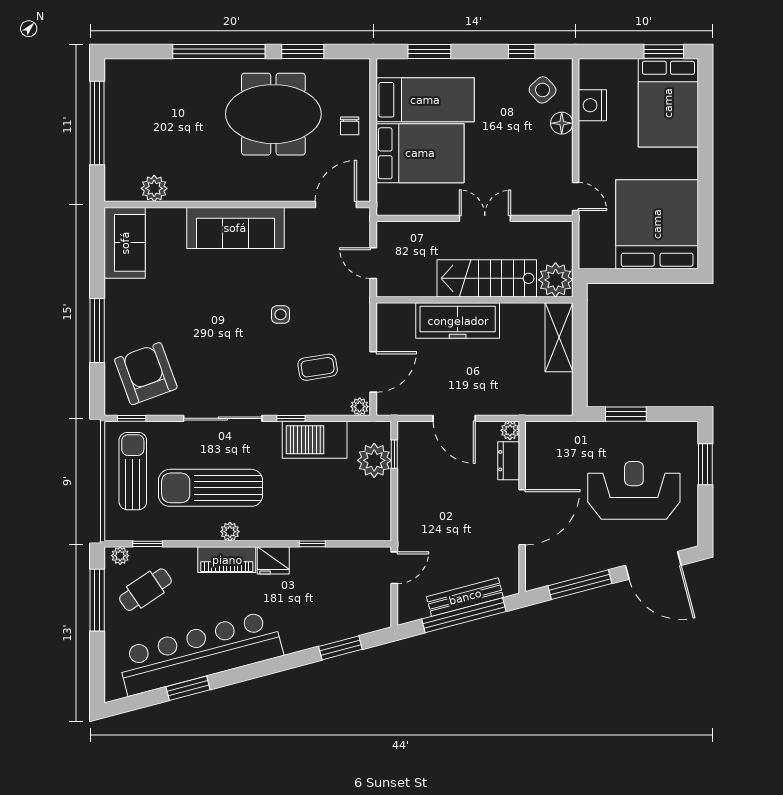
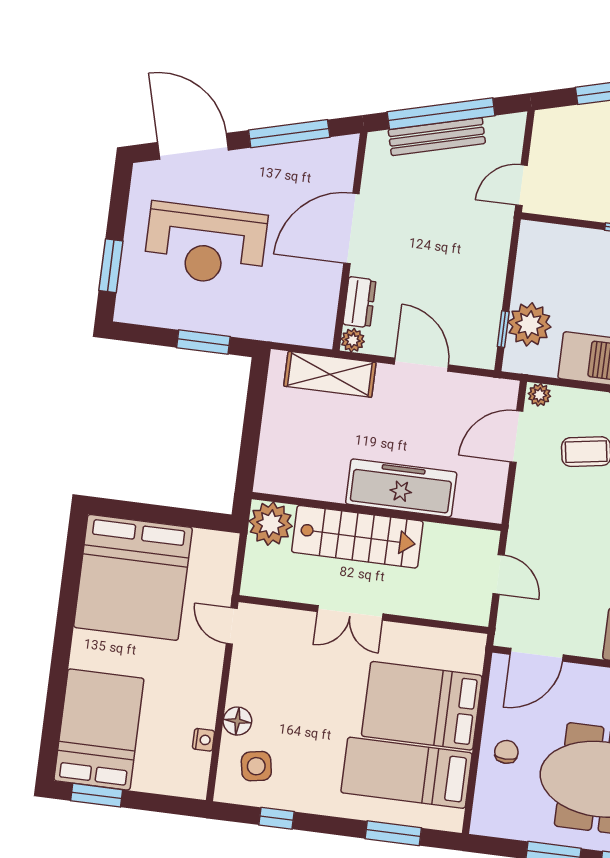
side table: (543, 90) -> (256, 766), turned 32
nightstand: (592, 105) -> (204, 740), width x0.53, depth x0.56
shelving: (559, 337) -> (330, 374), moved, turned 90

